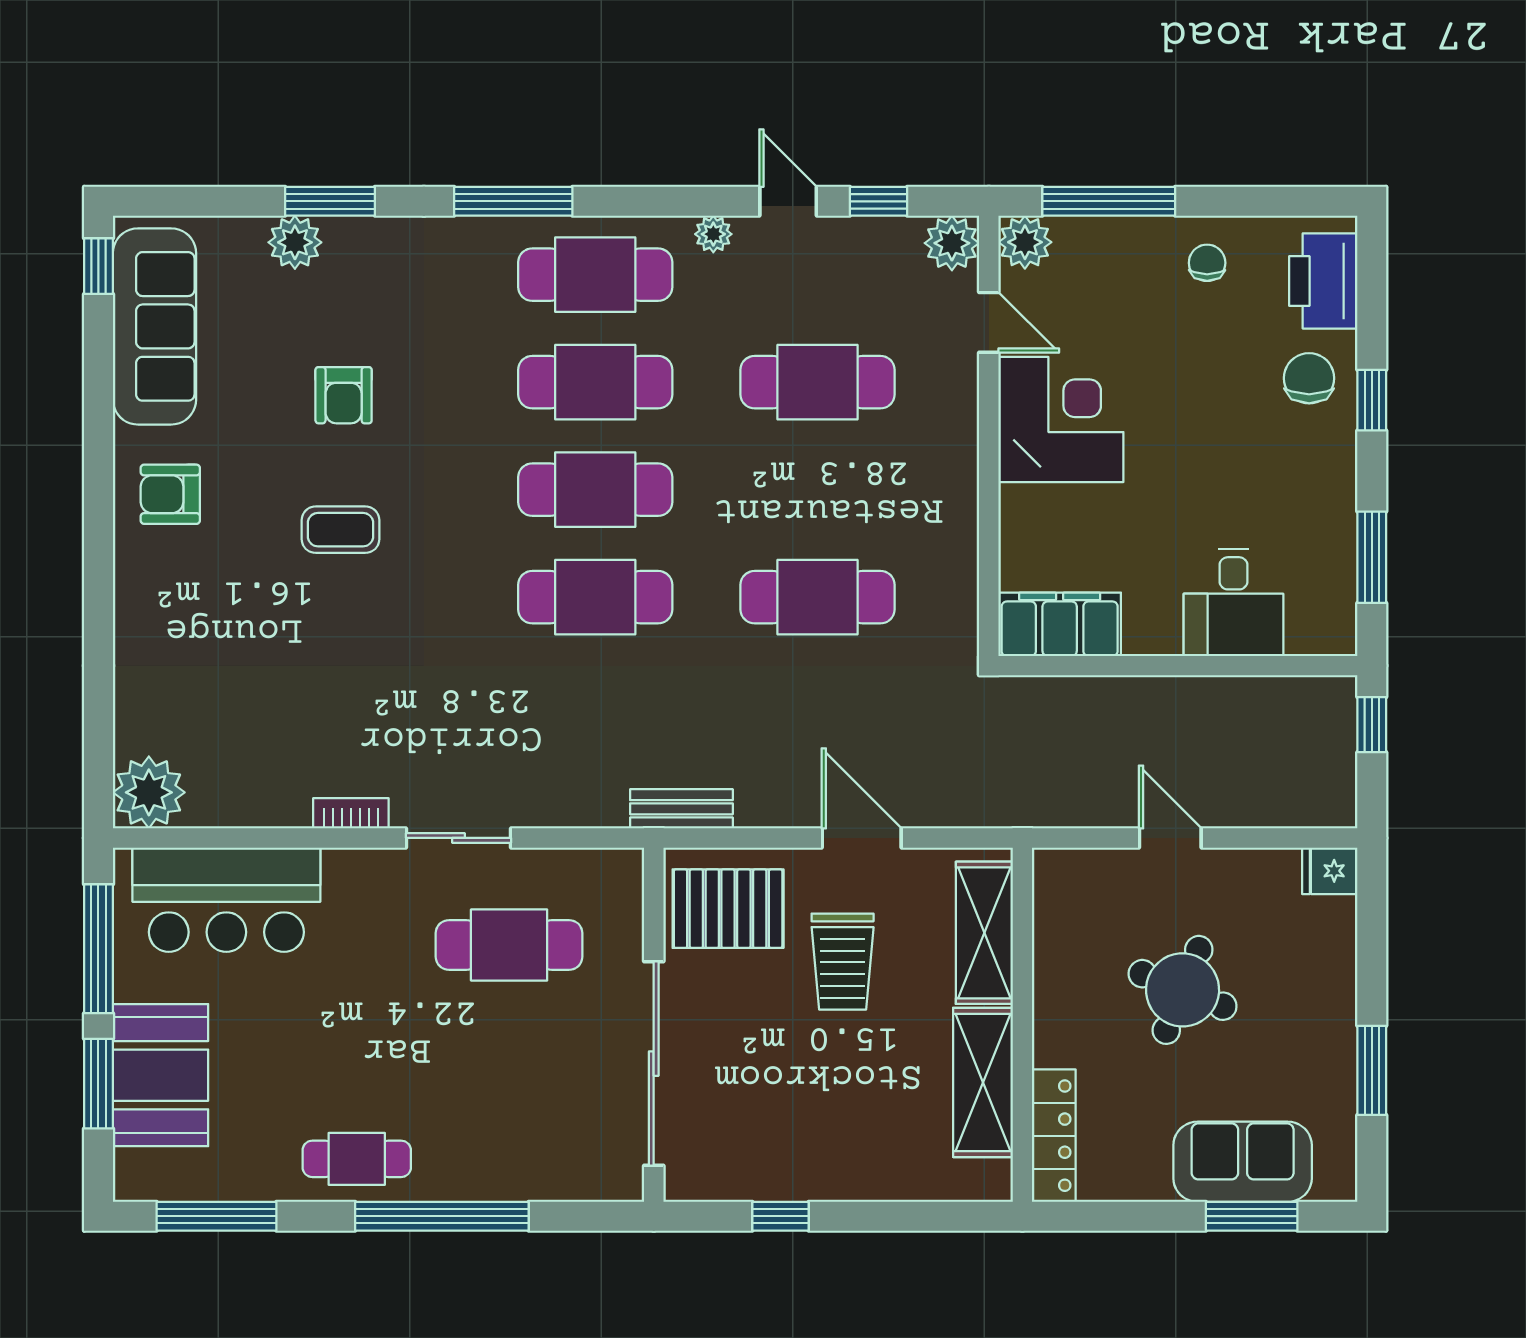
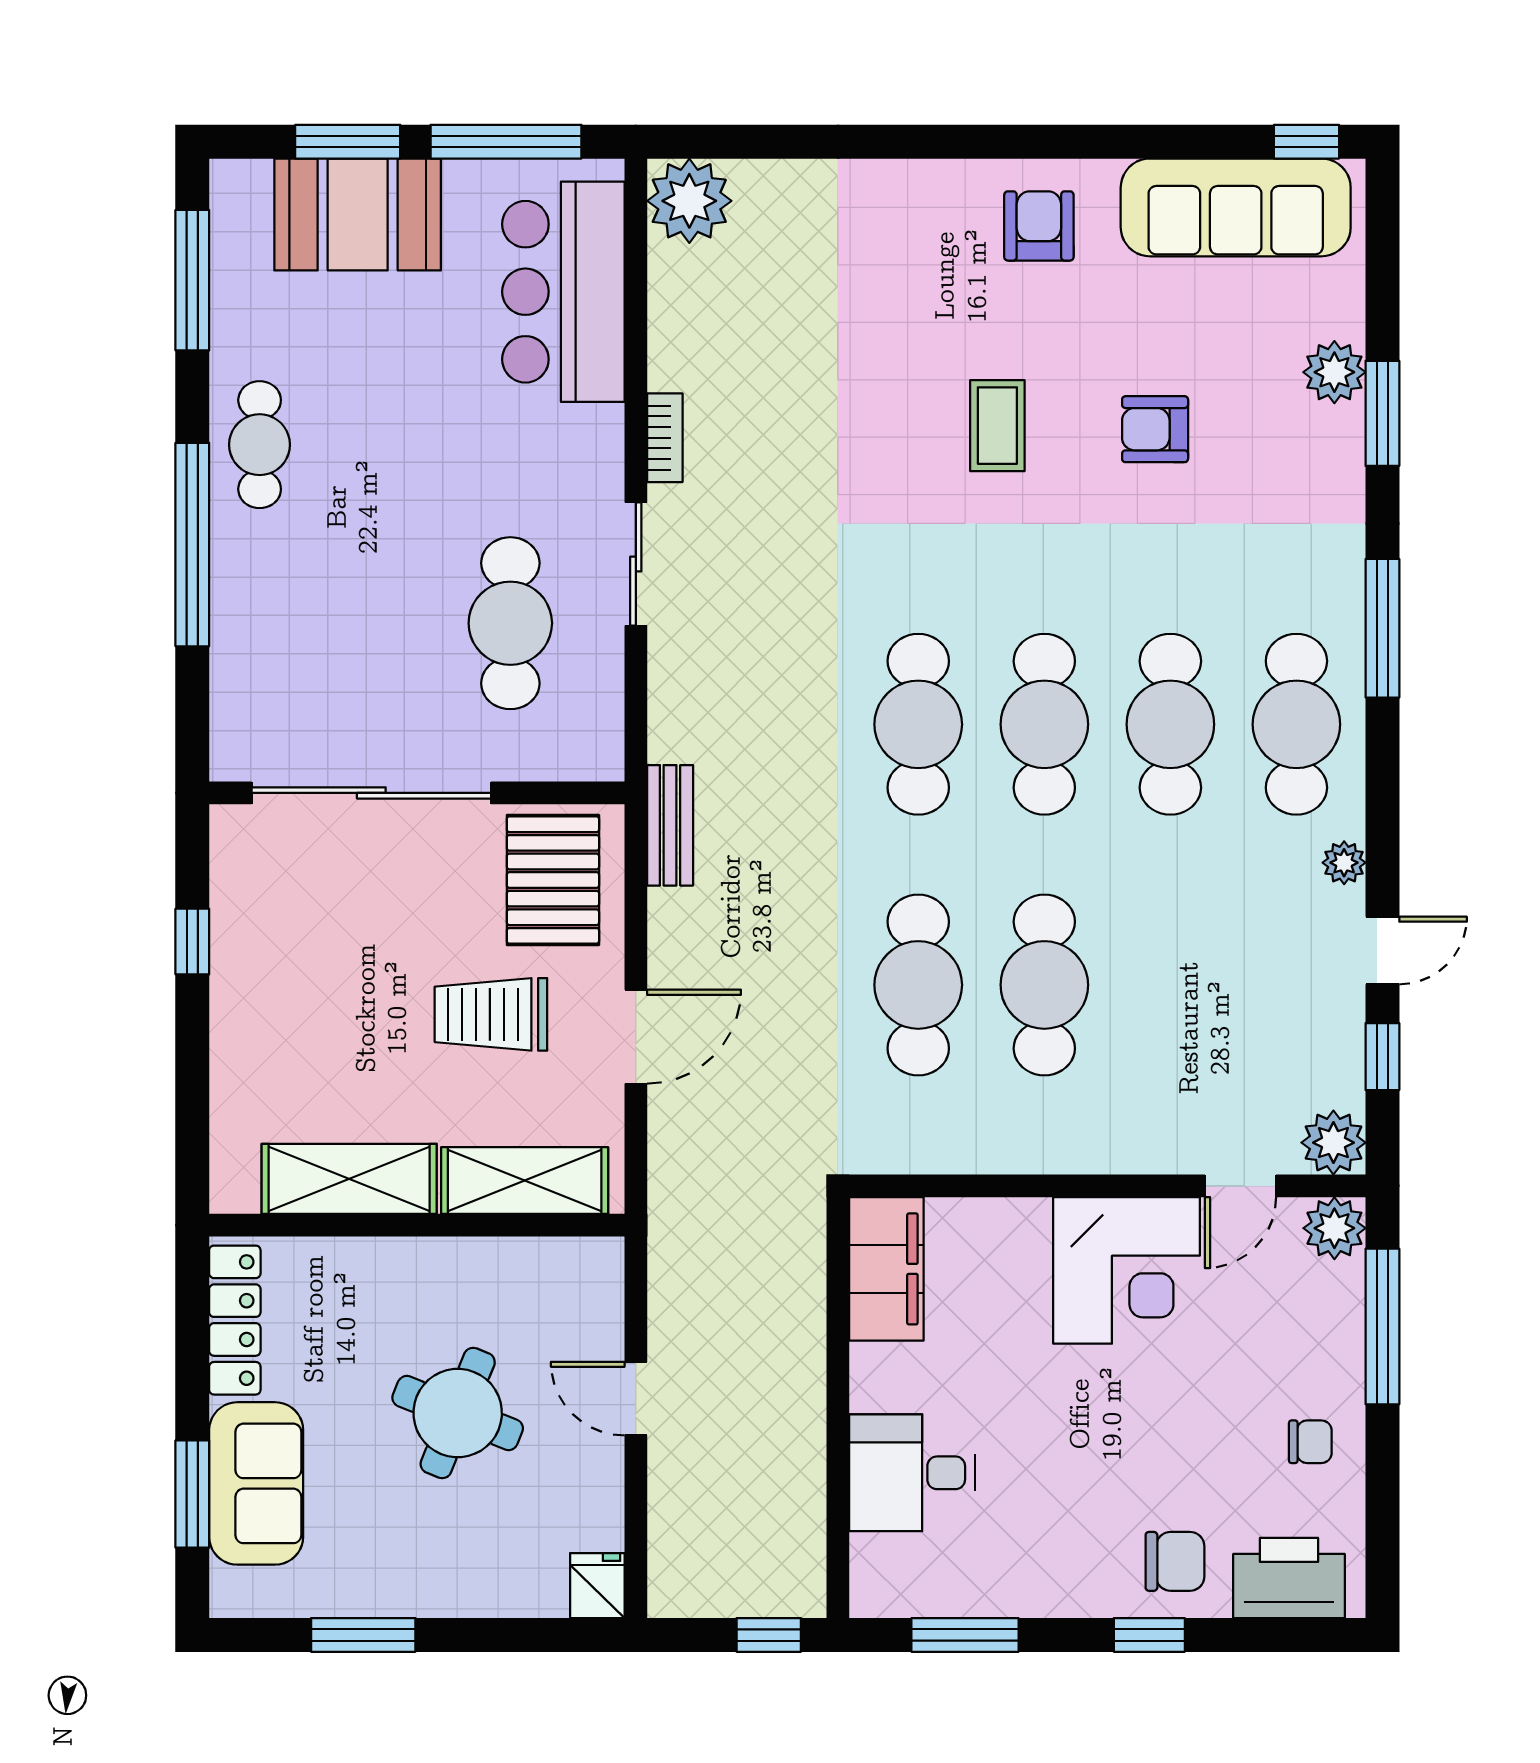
cafe table: (818, 382) -> (1044, 985), moved
door: (1170, 838) -> (636, 1399), swing flipped
locker: (1054, 1136) -> (235, 1320), moved, turned -90

